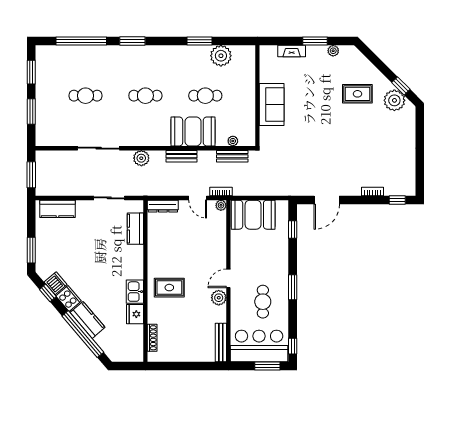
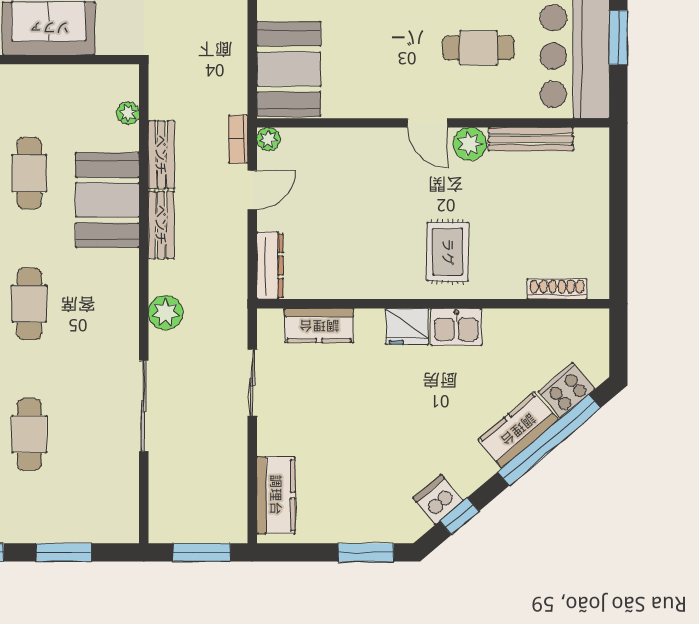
bench: (232, 156) -> (161, 155), moved
cooker: (69, 298) -> (566, 390), moved
fridge: (135, 314) -> (407, 326), moved
bench: (221, 342) -> (531, 139), moved

